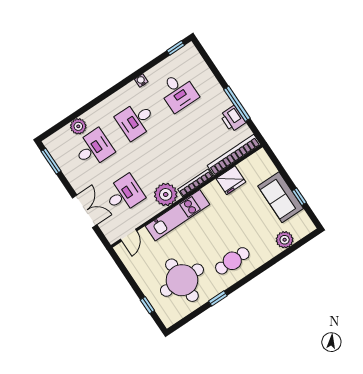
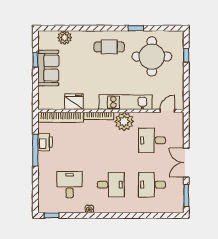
plant: (78, 126) -> (152, 207), removed
double door: (85, 211) -> (186, 163), moved

